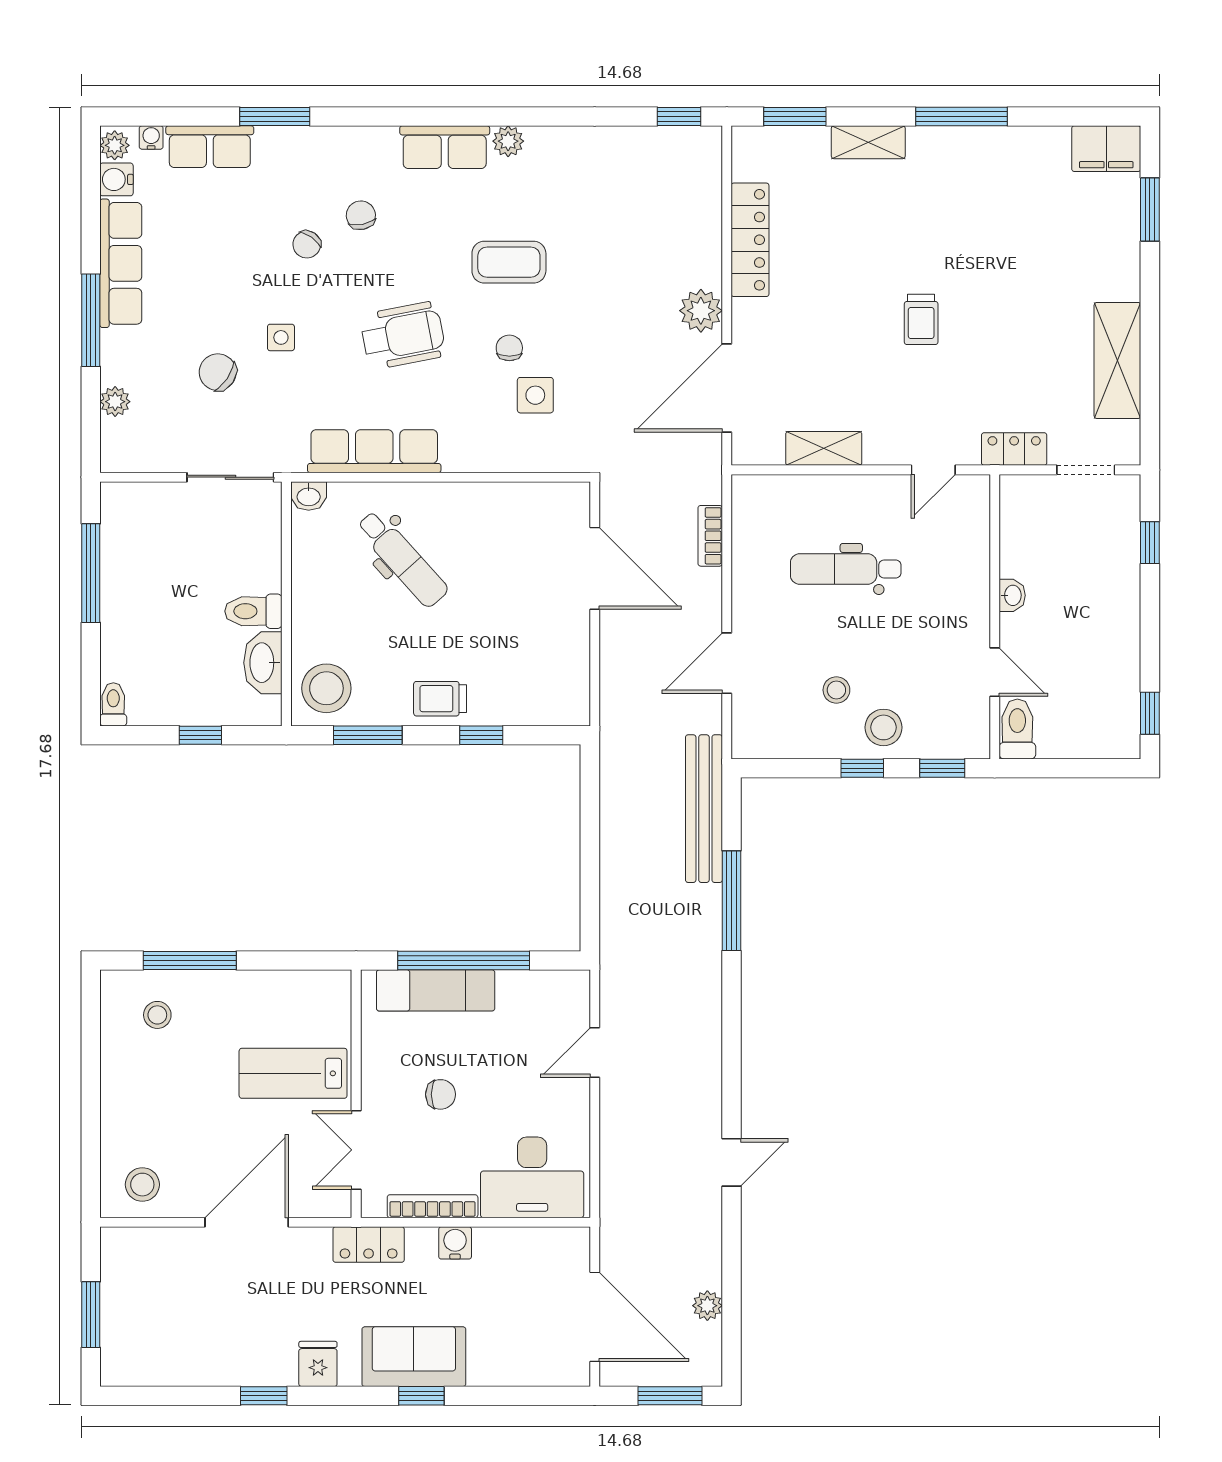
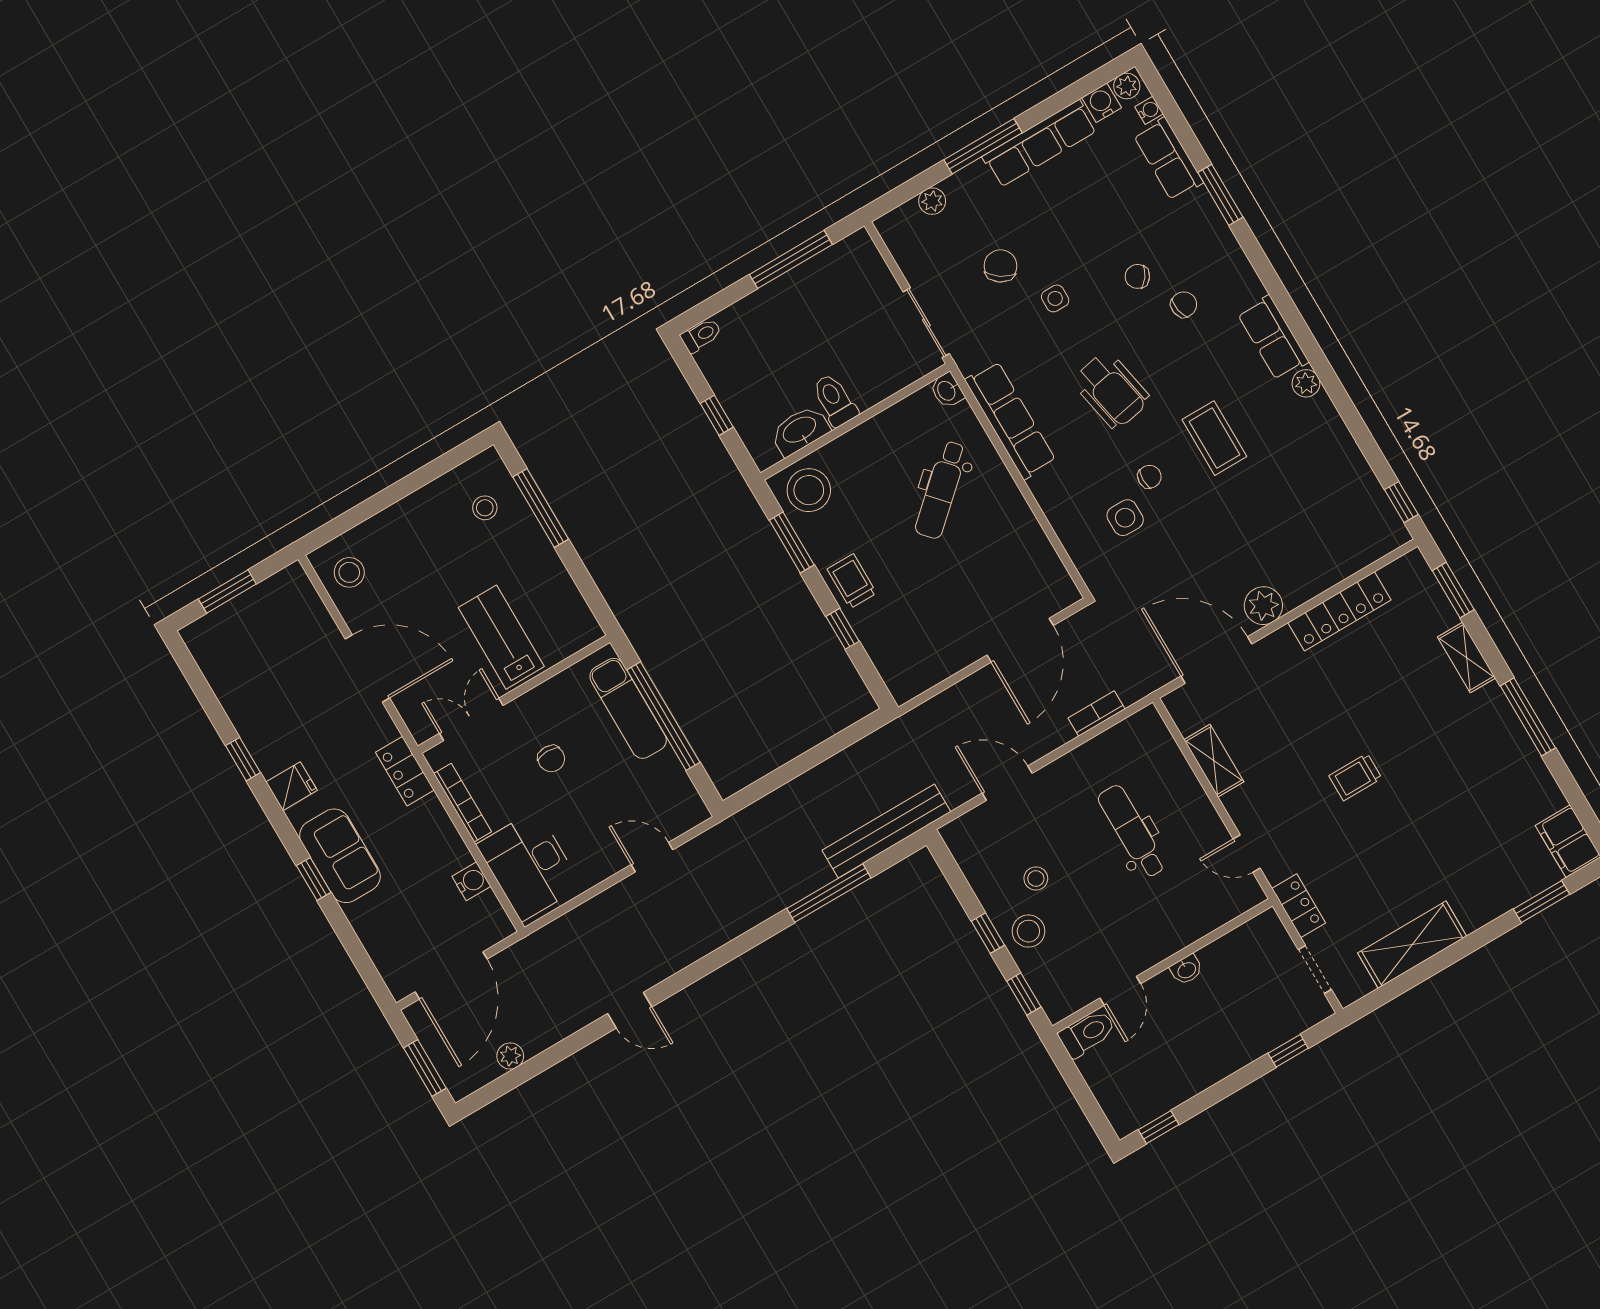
water cooler: (455, 1243) -> (471, 881), moved

